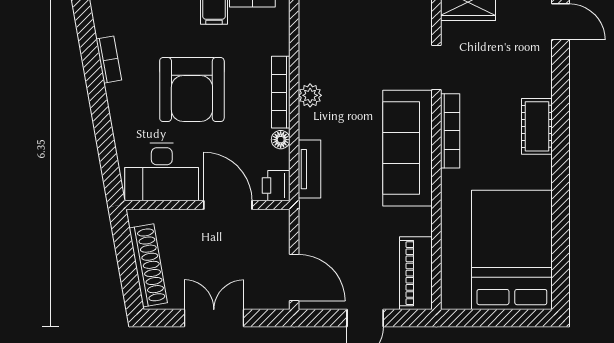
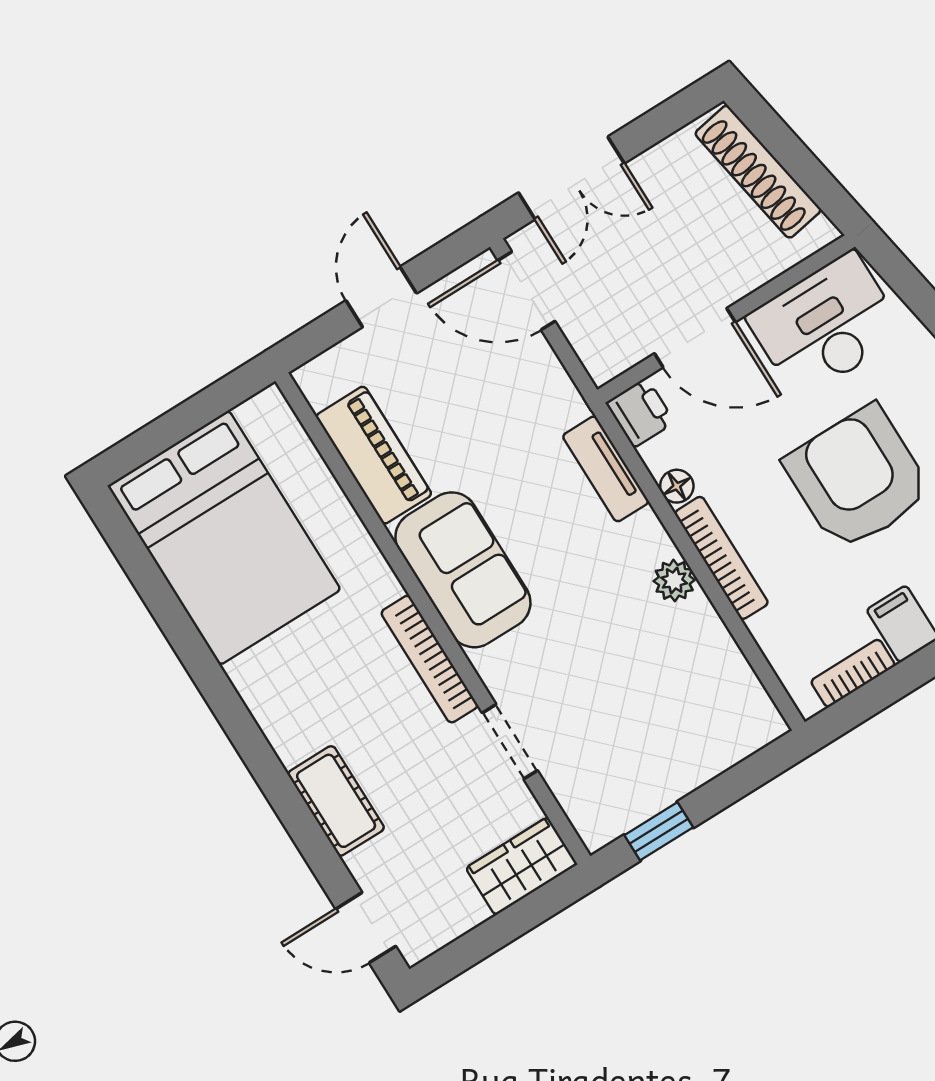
cot: (537, 126) -> (336, 801), moved
sofa: (408, 148) -> (463, 570), width x0.73
piano: (416, 273) -> (374, 455), moved
double door: (214, 318) -> (571, 178), moved

